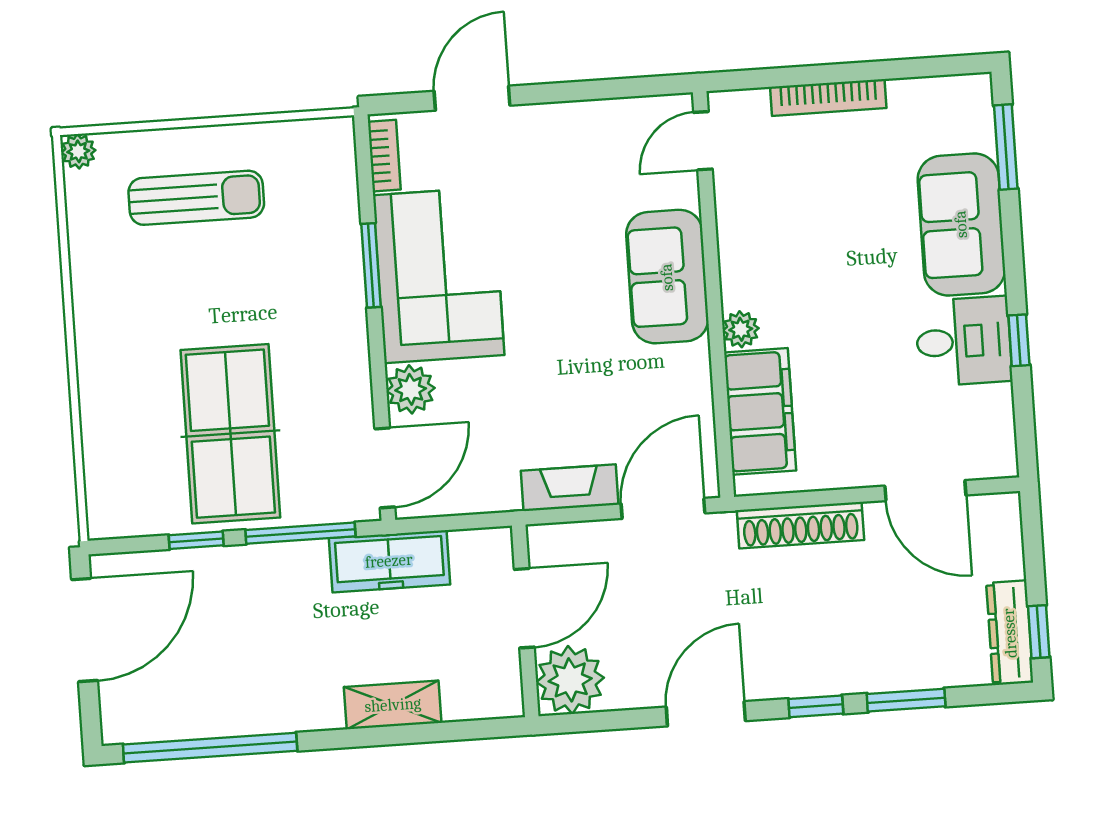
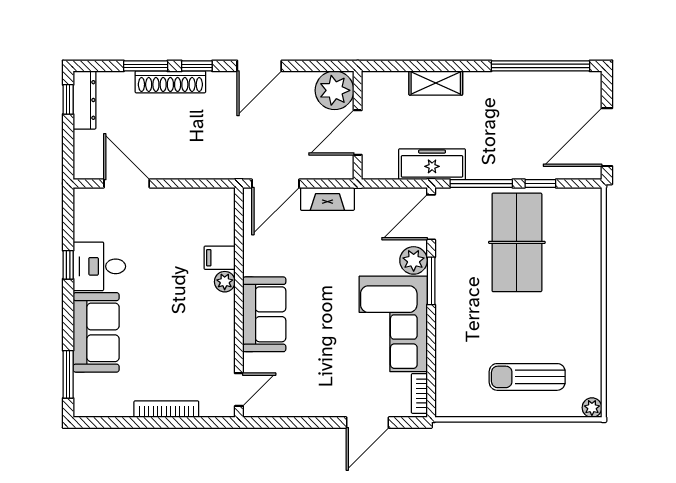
window: (371, 265) -> (431, 281), moved
filing cabinet: (760, 411) -> (220, 258), width x0.33, depth x0.86
shoe rack: (800, 525) -> (170, 82), moved, turned 180

